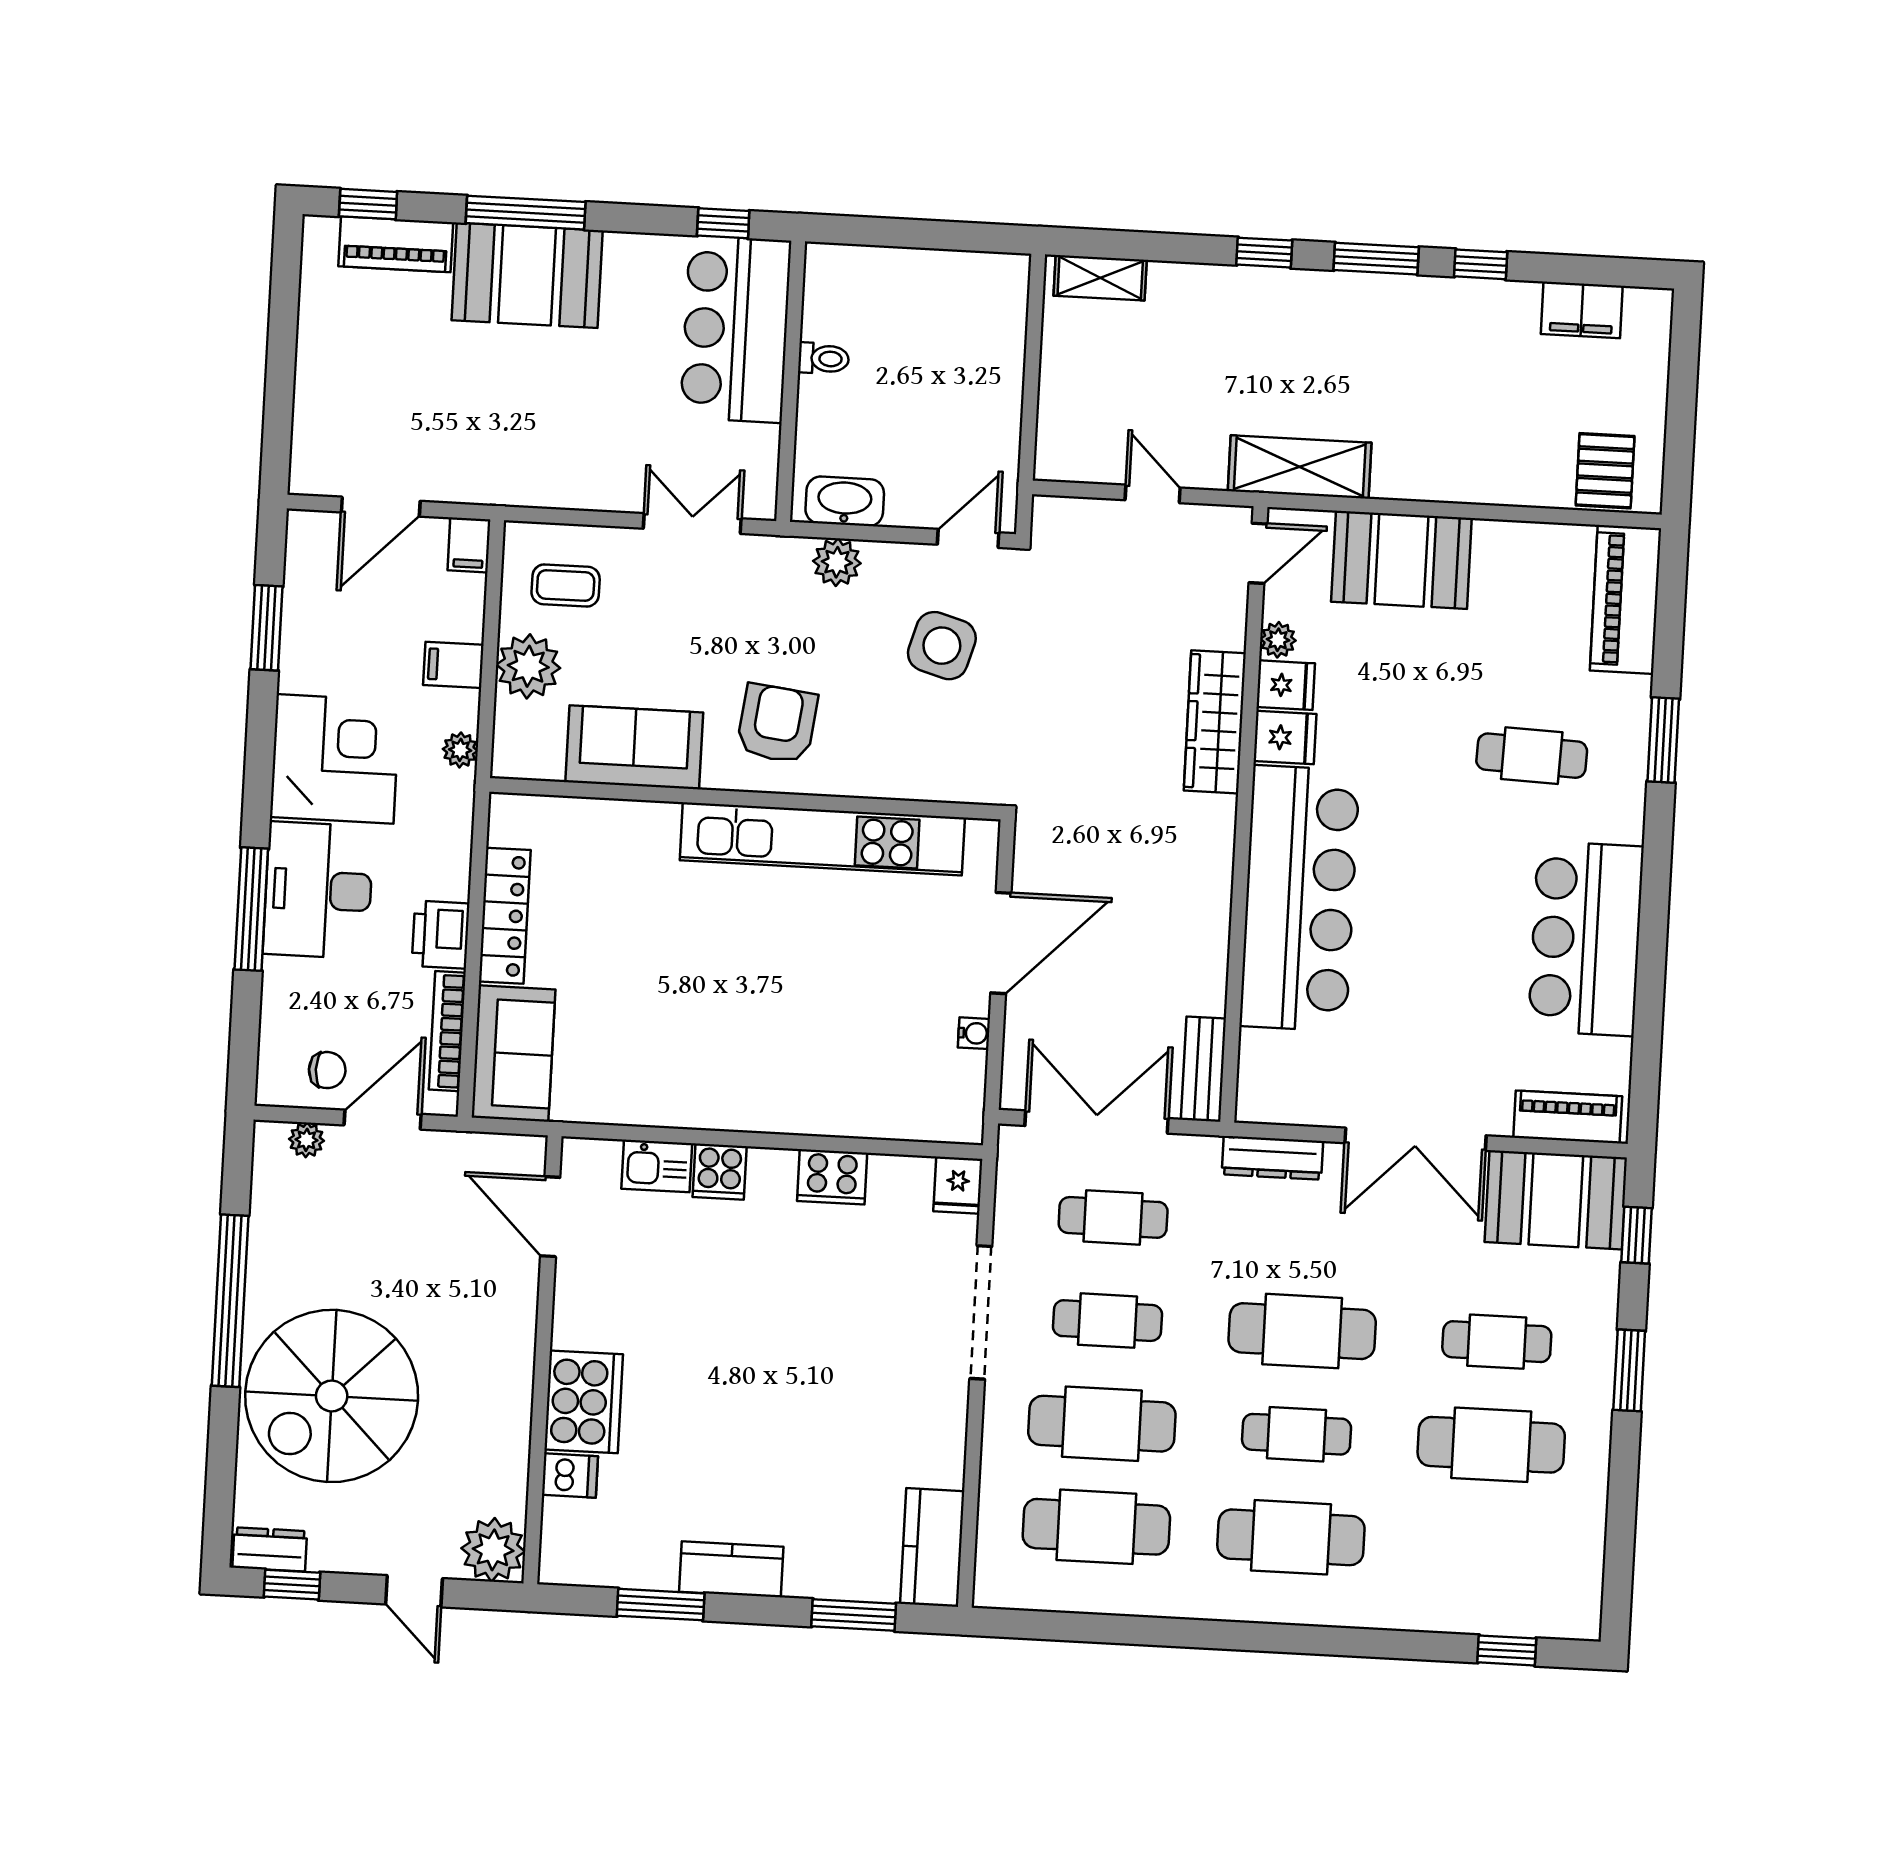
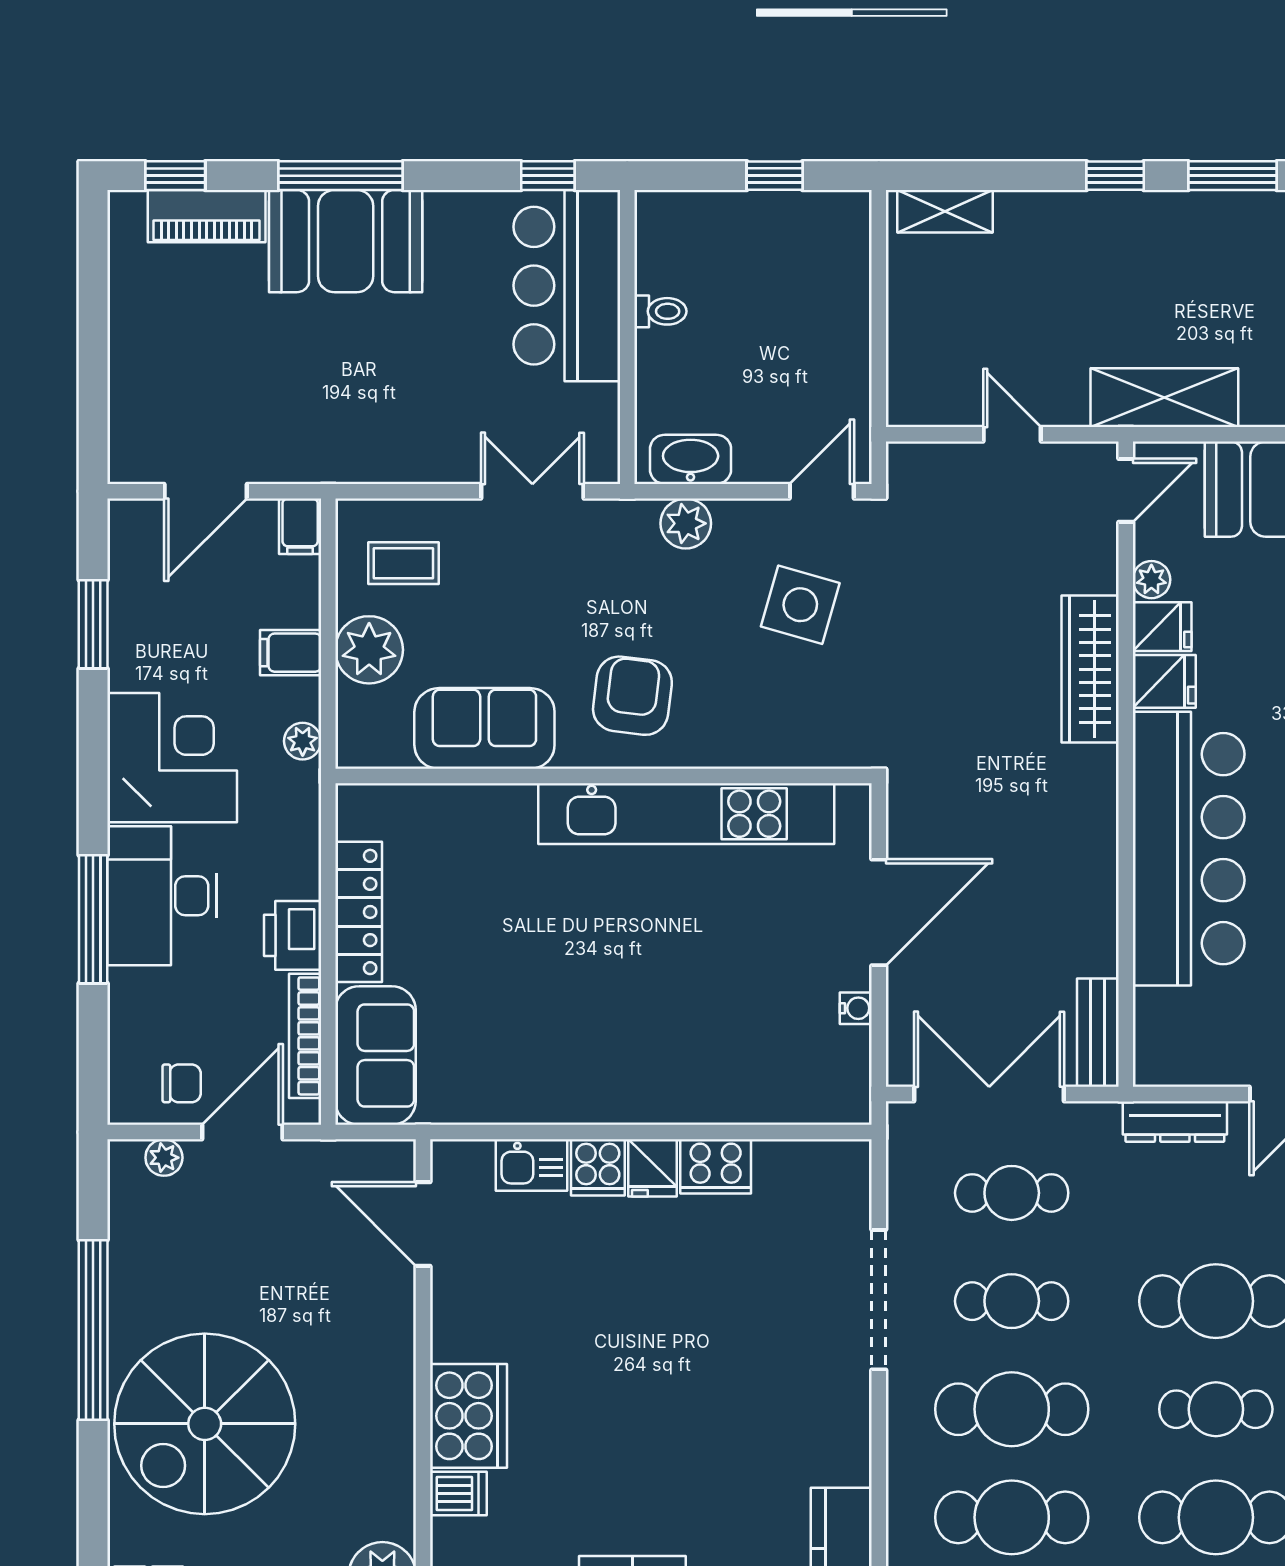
window: (939, 235) -> (775, 176), added
fridge: (958, 1185) -> (652, 1168), moved

